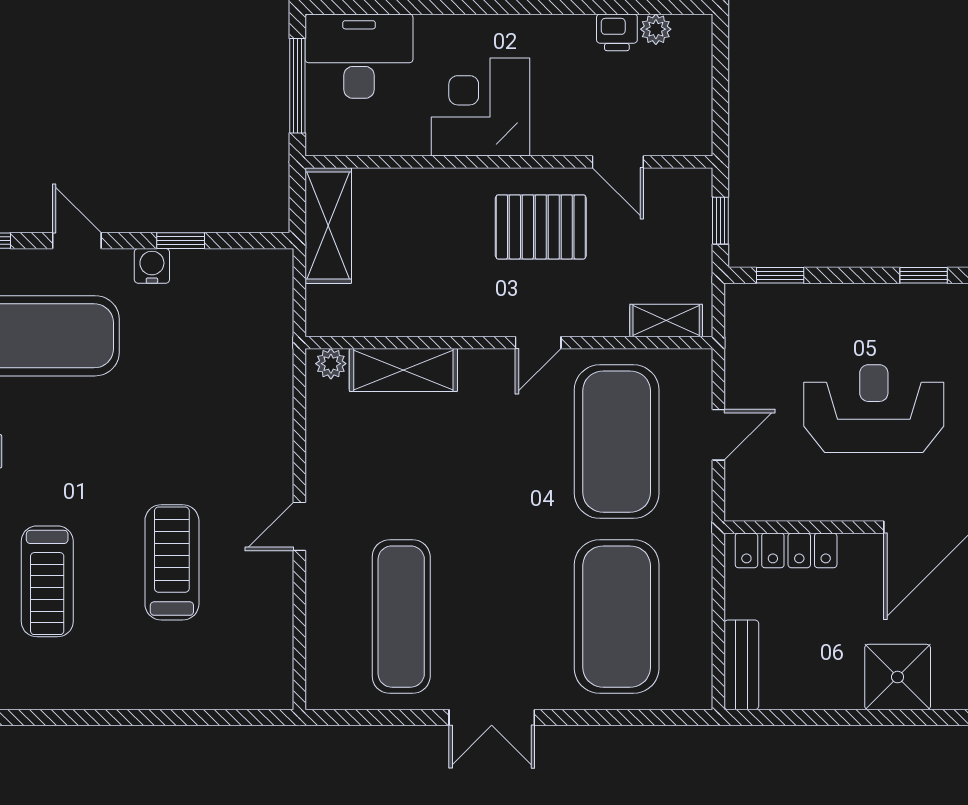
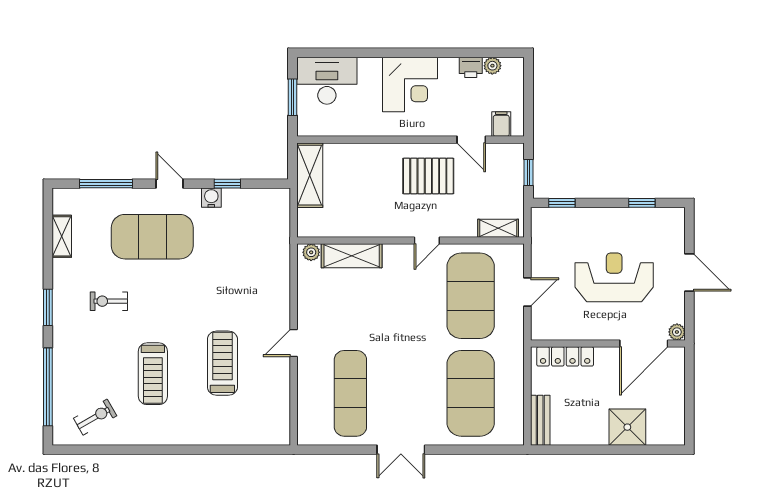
window: (297, 86) -> (293, 97), width x0.69
corner desk: (480, 107) -> (410, 84), moved, turned 180
filing cabinet: (671, 134) -> (501, 124), added

